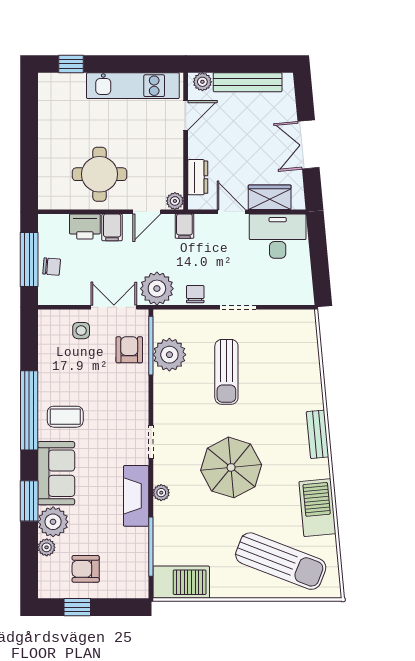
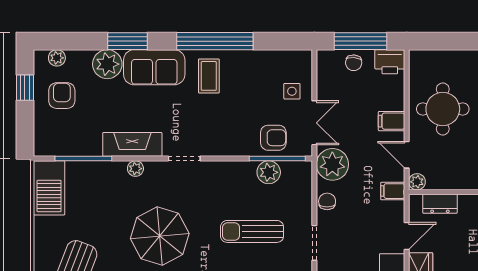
printer: (85, 227) -> (390, 62), moved, turned -90
chair: (195, 294) -> (327, 201), turned -90
plant: (169, 355) -> (269, 172), width x0.73, depth x0.73
plant: (47, 547) -> (57, 58), moved

